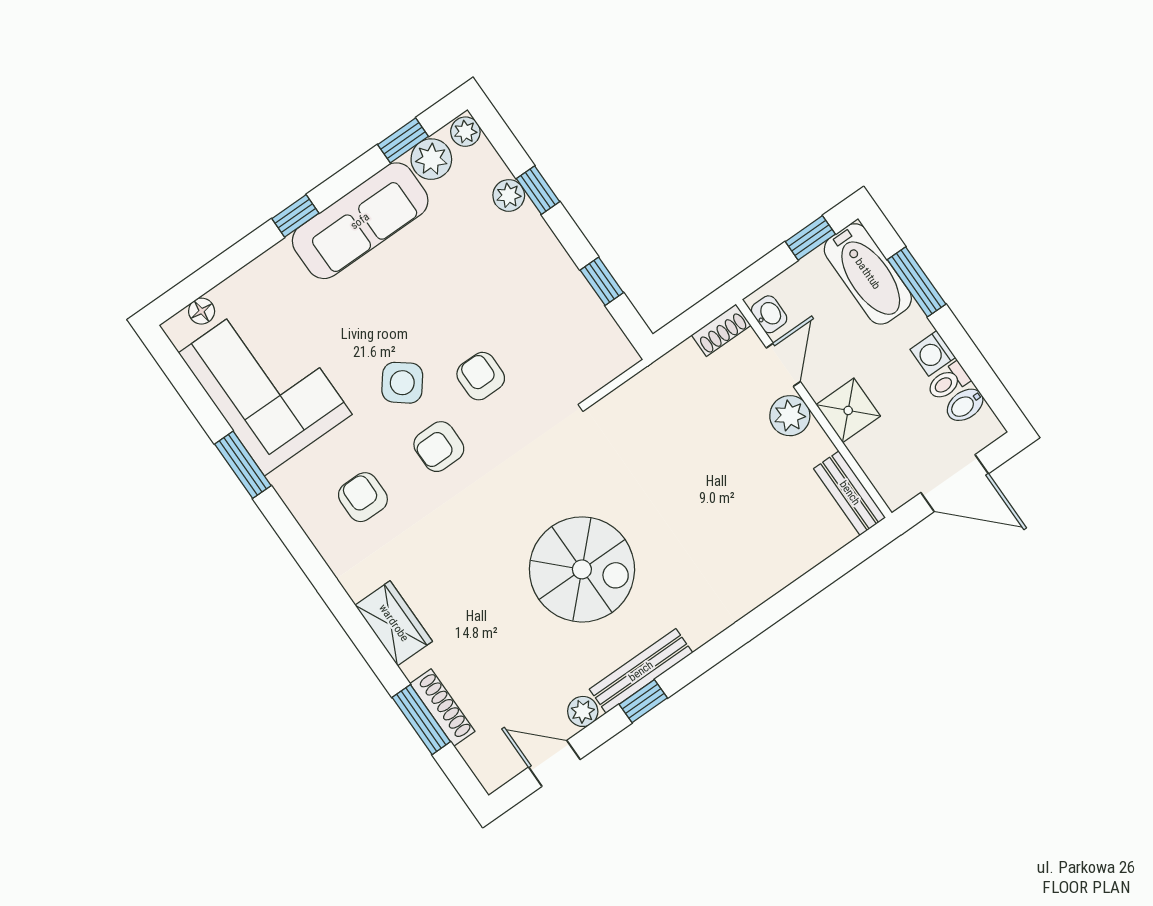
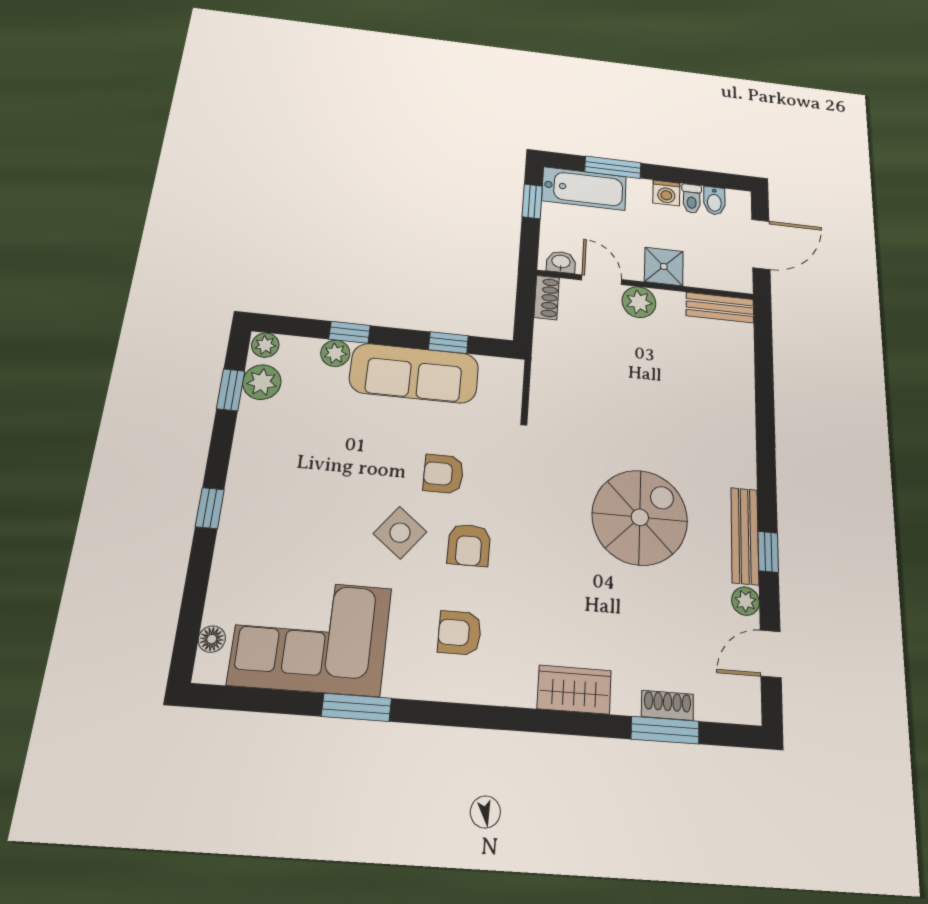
sofa: (360, 221) -> (414, 373), moved, turned 90
shoe rack: (442, 707) -> (668, 705), width x0.70

